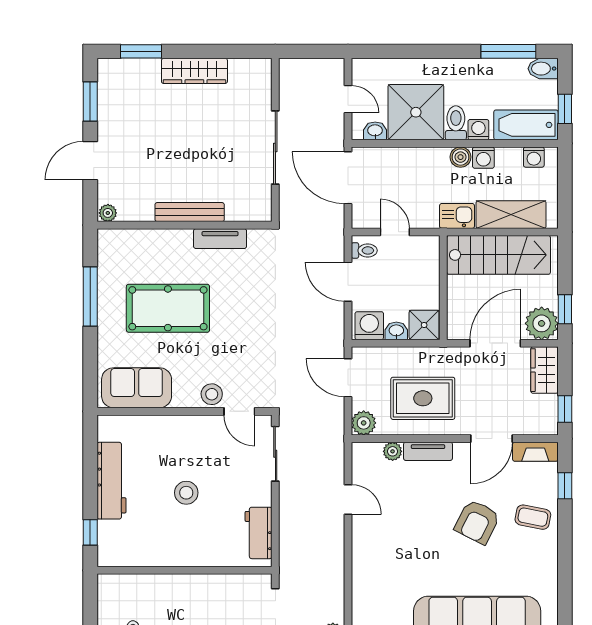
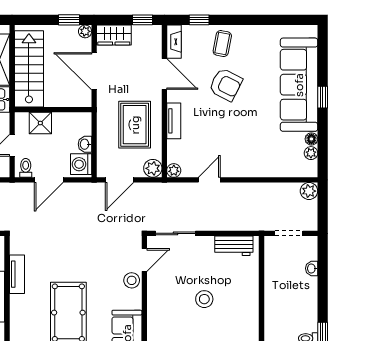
plant: (542, 323) -> (85, 31), width x0.53, depth x0.53
shower: (424, 325) -> (40, 123), moved
plant: (393, 451) -> (174, 170), moved

